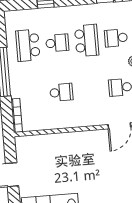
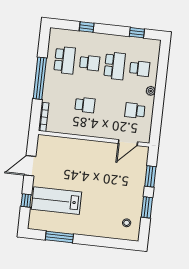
school desk: (116, 38) -> (140, 69), turned 180
school desk: (28, 45) -> (65, 60), turned 180

